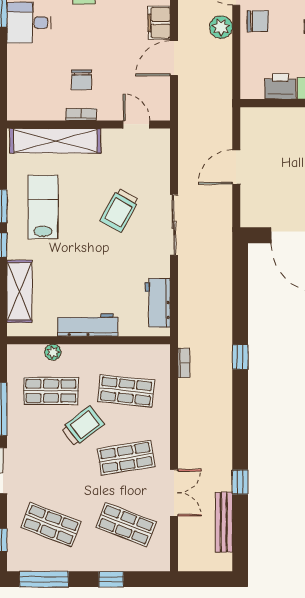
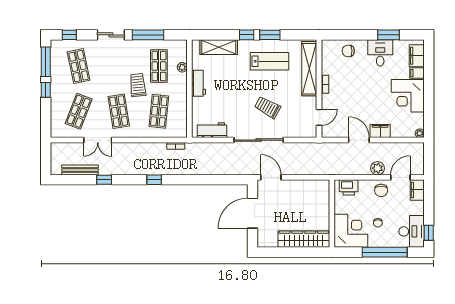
chair: (81, 80) -> (348, 51), moved
printer: (280, 86) -> (349, 187), moved, turned 90
door: (236, 167) -> (271, 177), moved
sliding door: (174, 225) -> (259, 140), width x1.36
workbench: (88, 325) -> (199, 83), width x0.73
window: (240, 357) -> (154, 180), moved
trolley: (83, 426) -> (138, 85), turned -148
shop shelf: (51, 525) -> (79, 66), turned -33
window: (111, 579) -> (46, 90), moved

